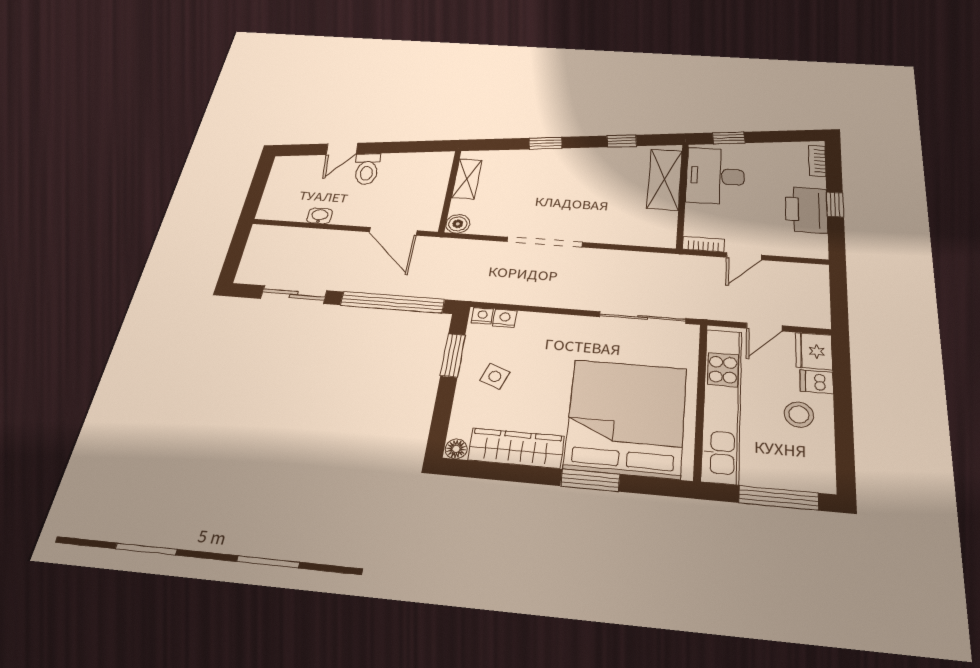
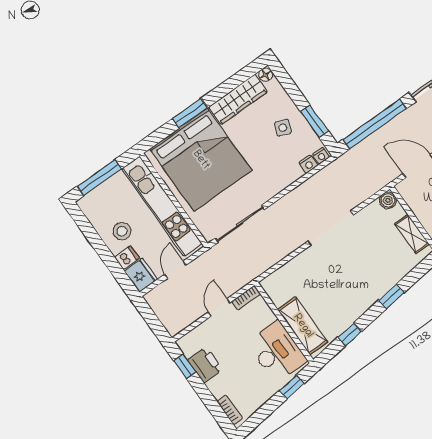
window: (835, 204) -> (185, 366), moved
printer: (806, 210) -> (205, 365), width x0.73, depth x0.84

